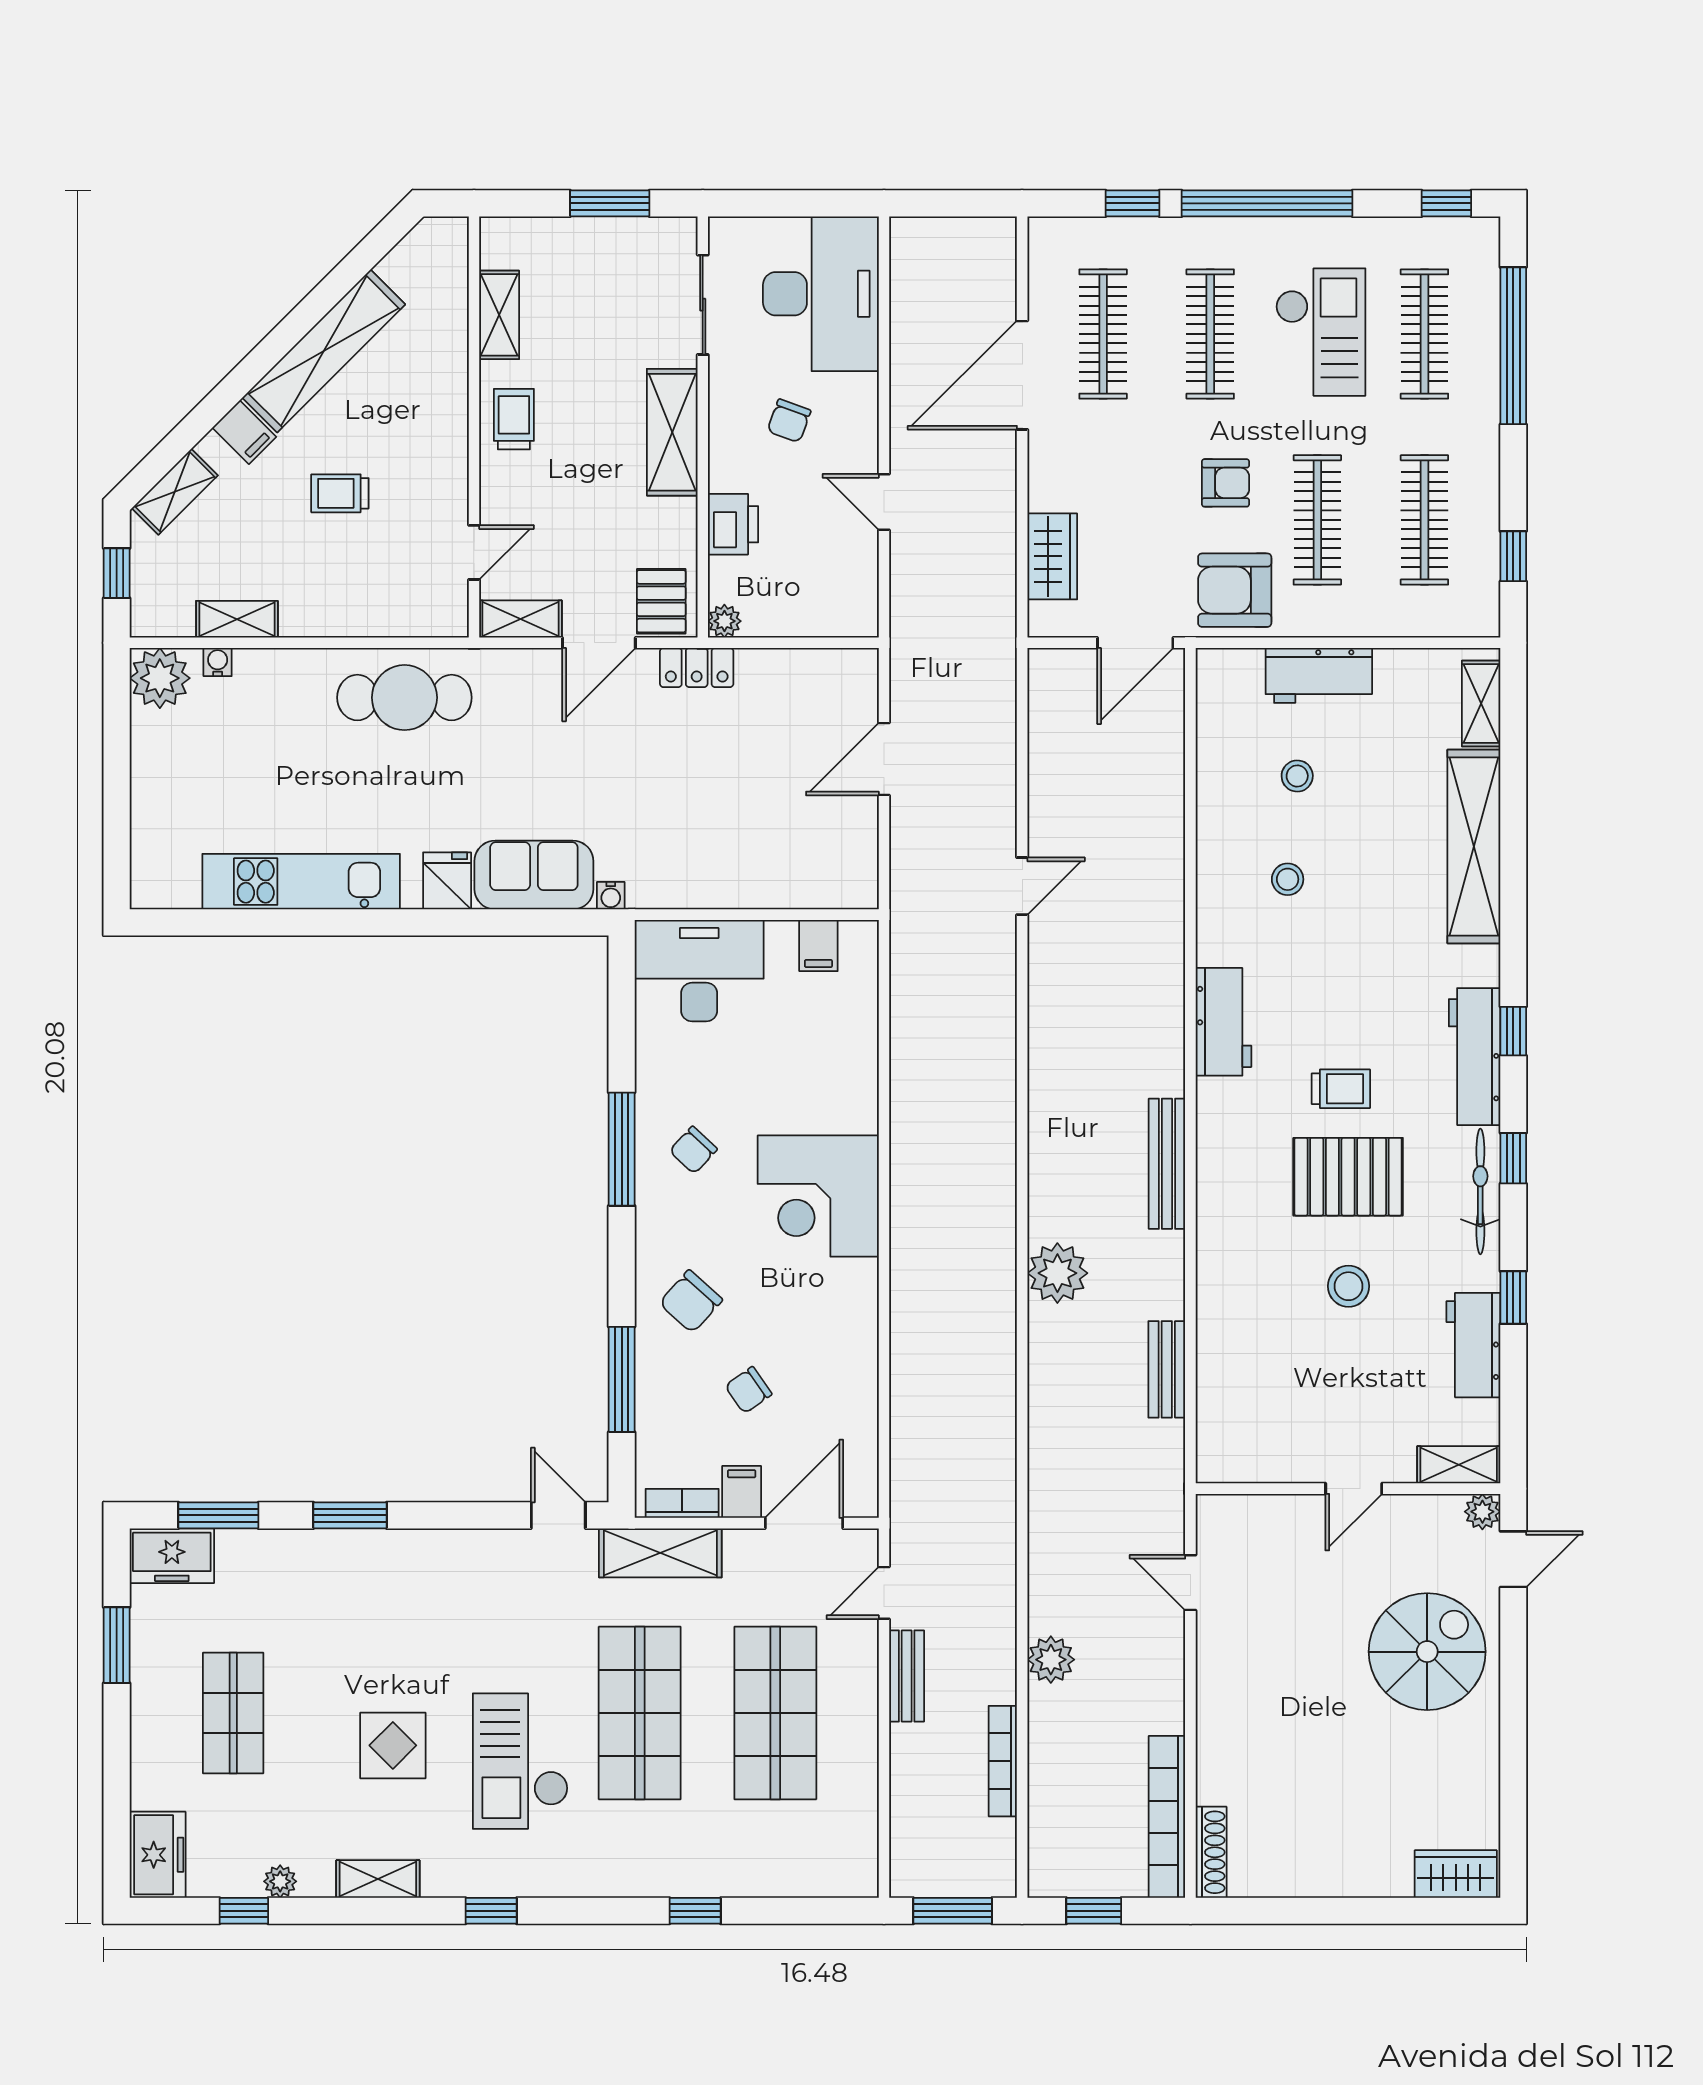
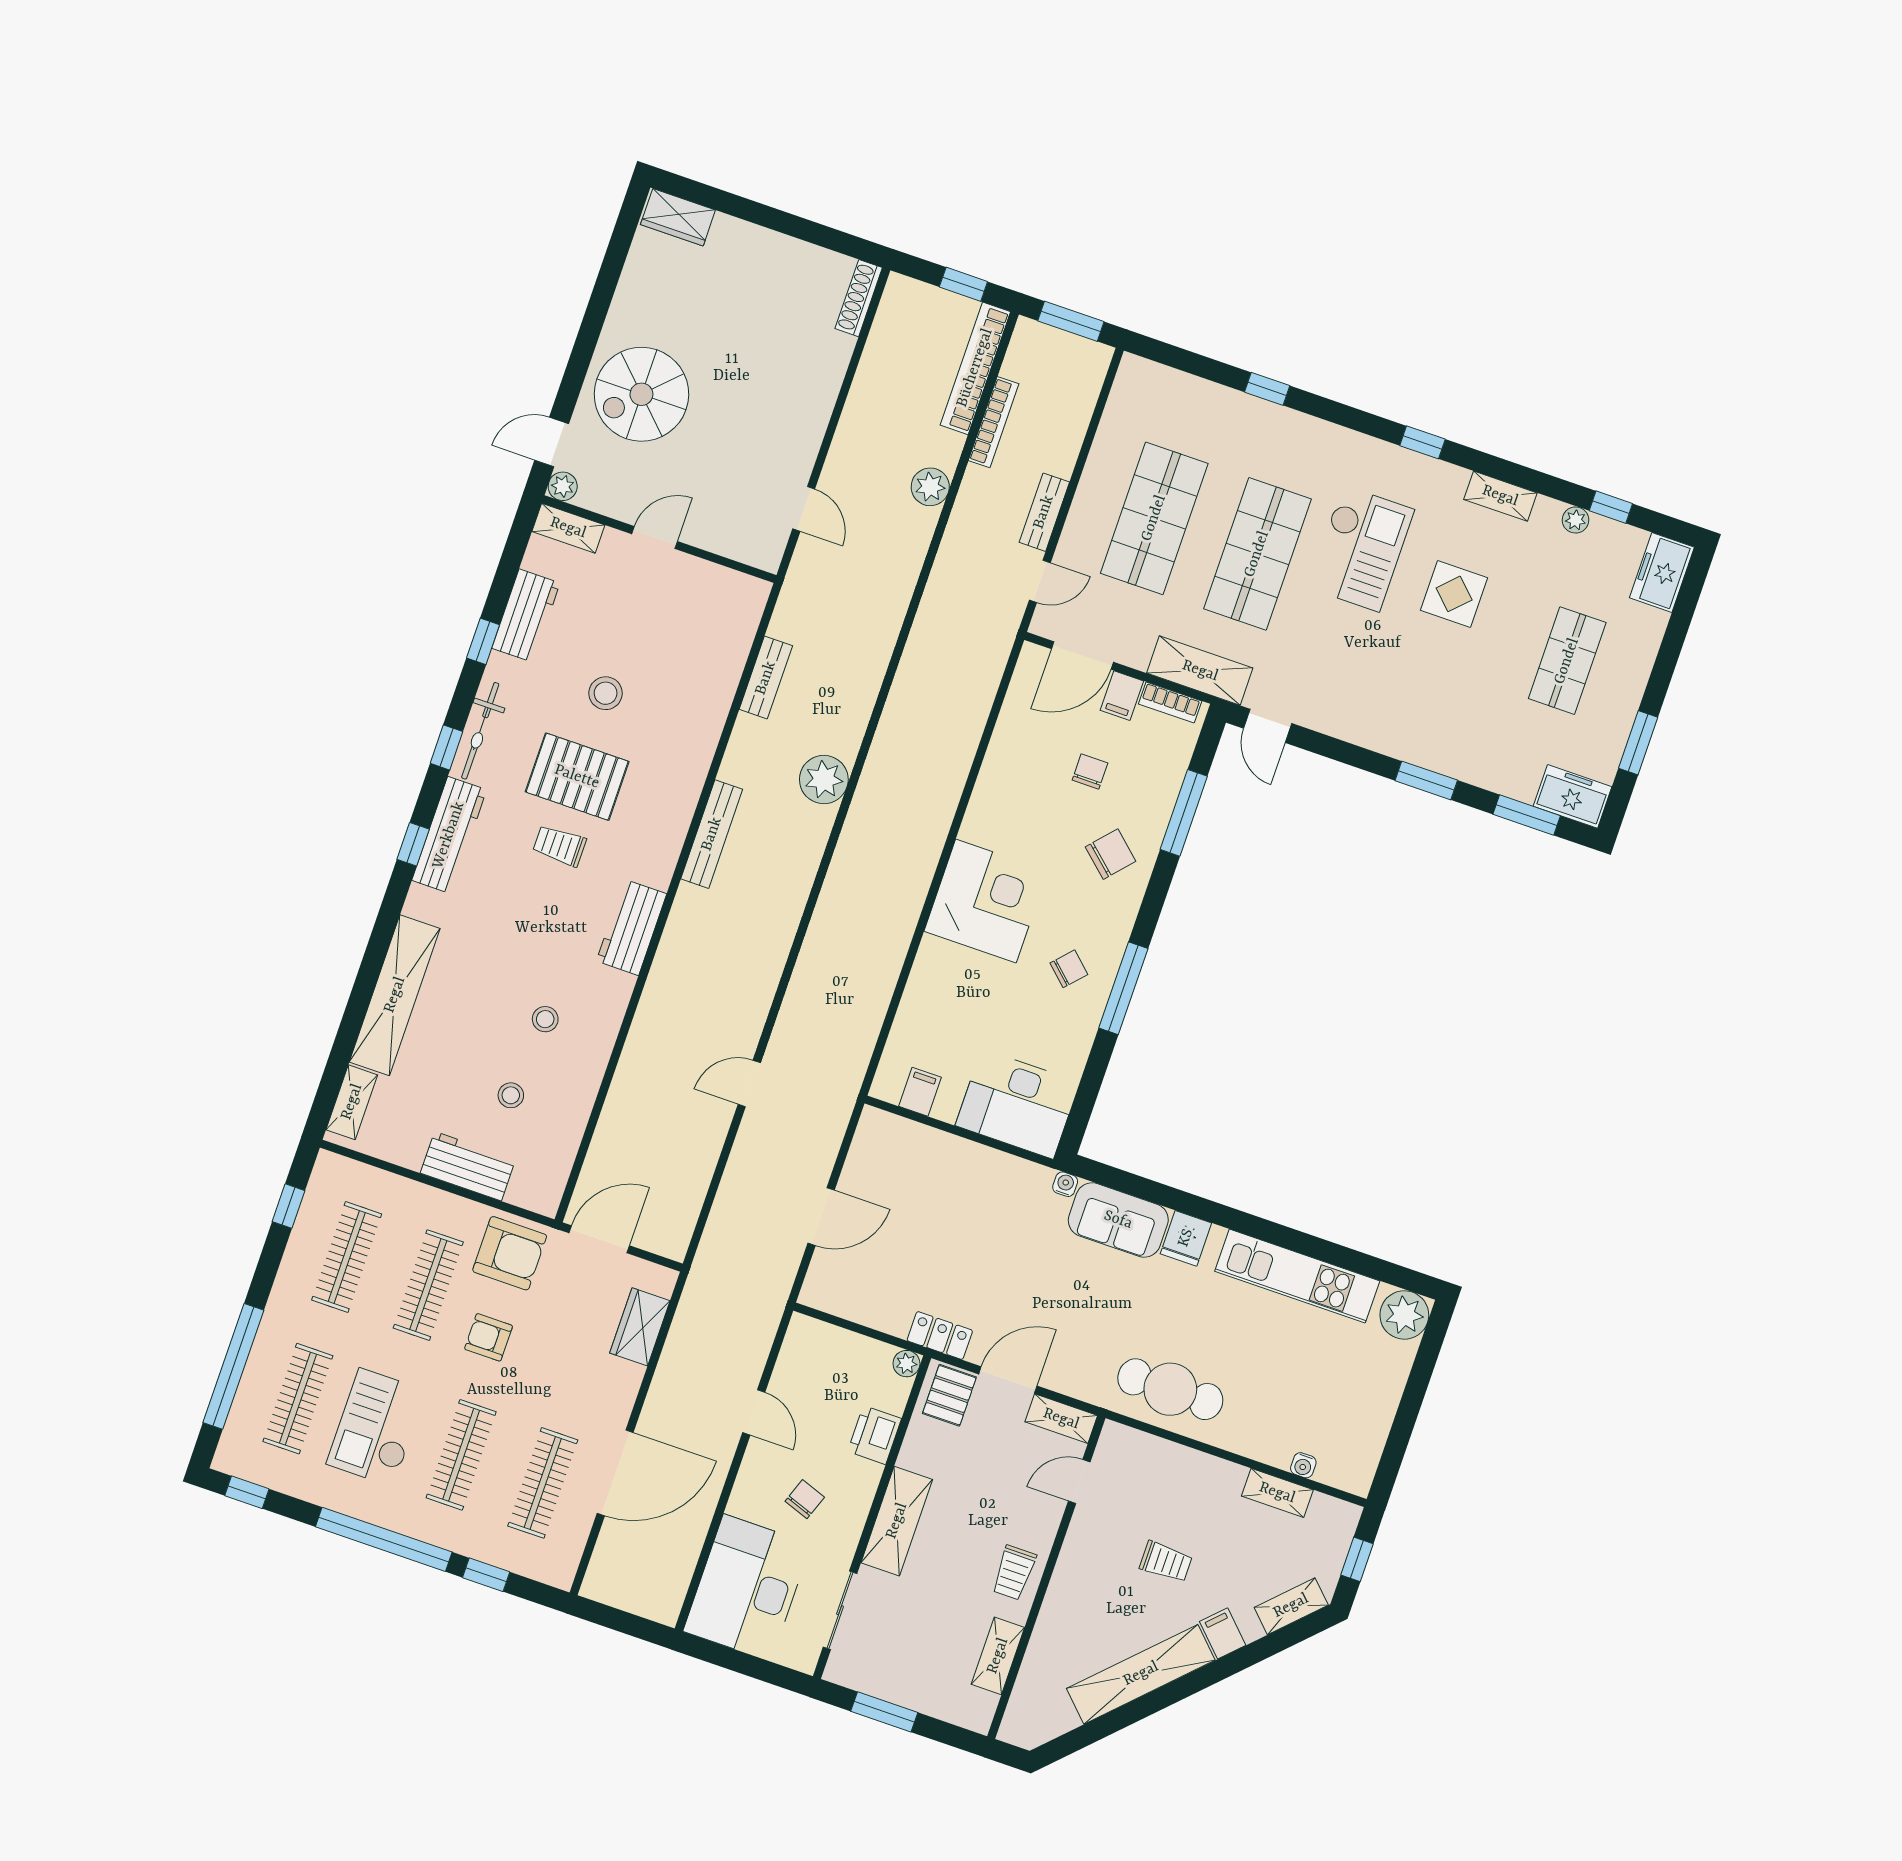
plant: (160, 678) -> (1404, 1315), moved
chair: (748, 1390) -> (1090, 772), turned -55
bookcase: (1167, 1817) -> (975, 368), moved, turned 180

